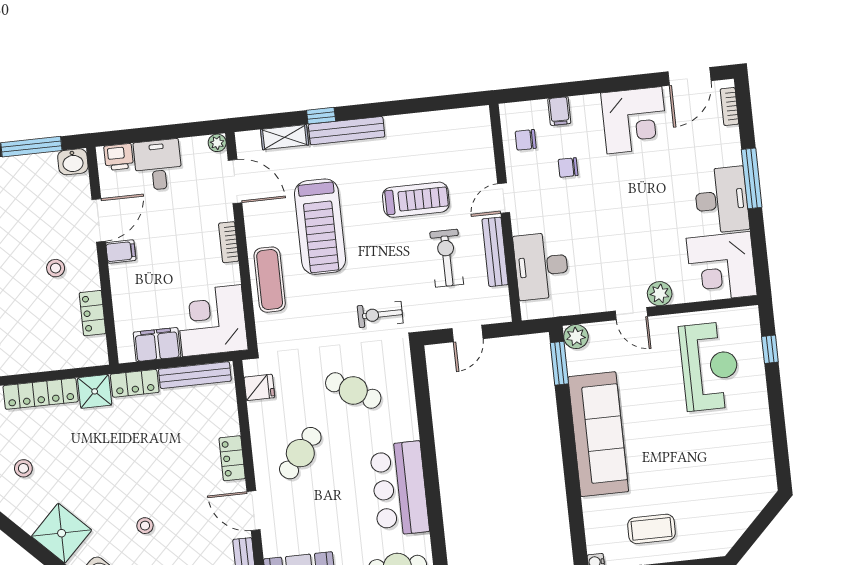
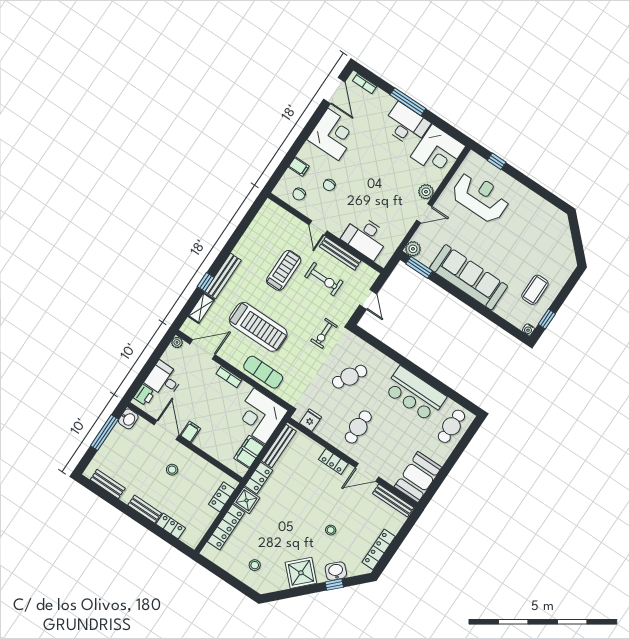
exercise bike: (447, 258) -> (324, 279), turned 180
locker: (93, 313) -> (222, 497), moved, turned 90
cafe table: (300, 453) -> (358, 427), turned 50

